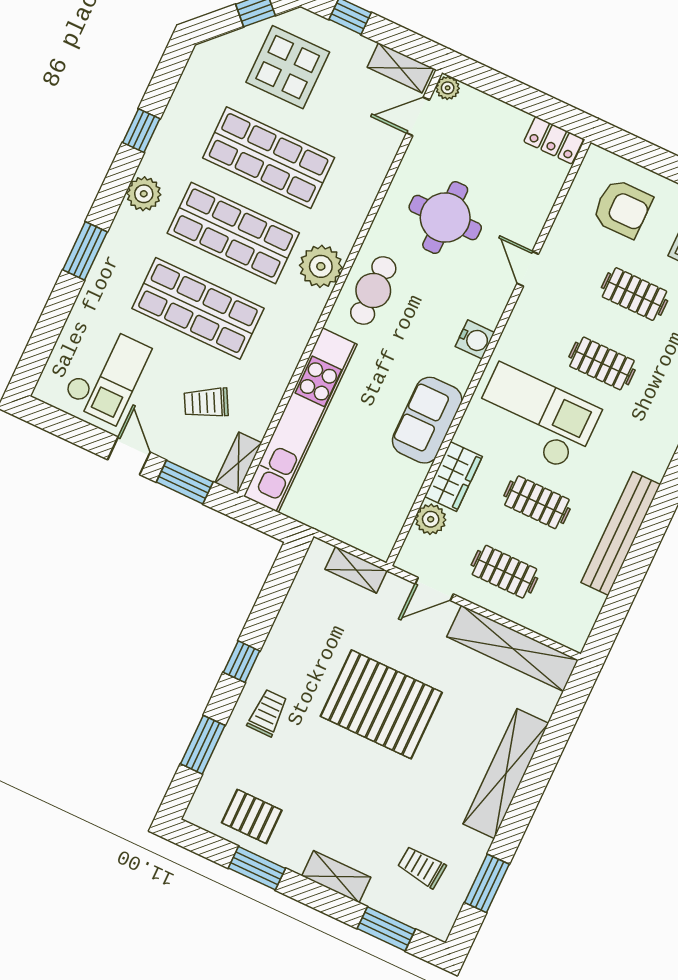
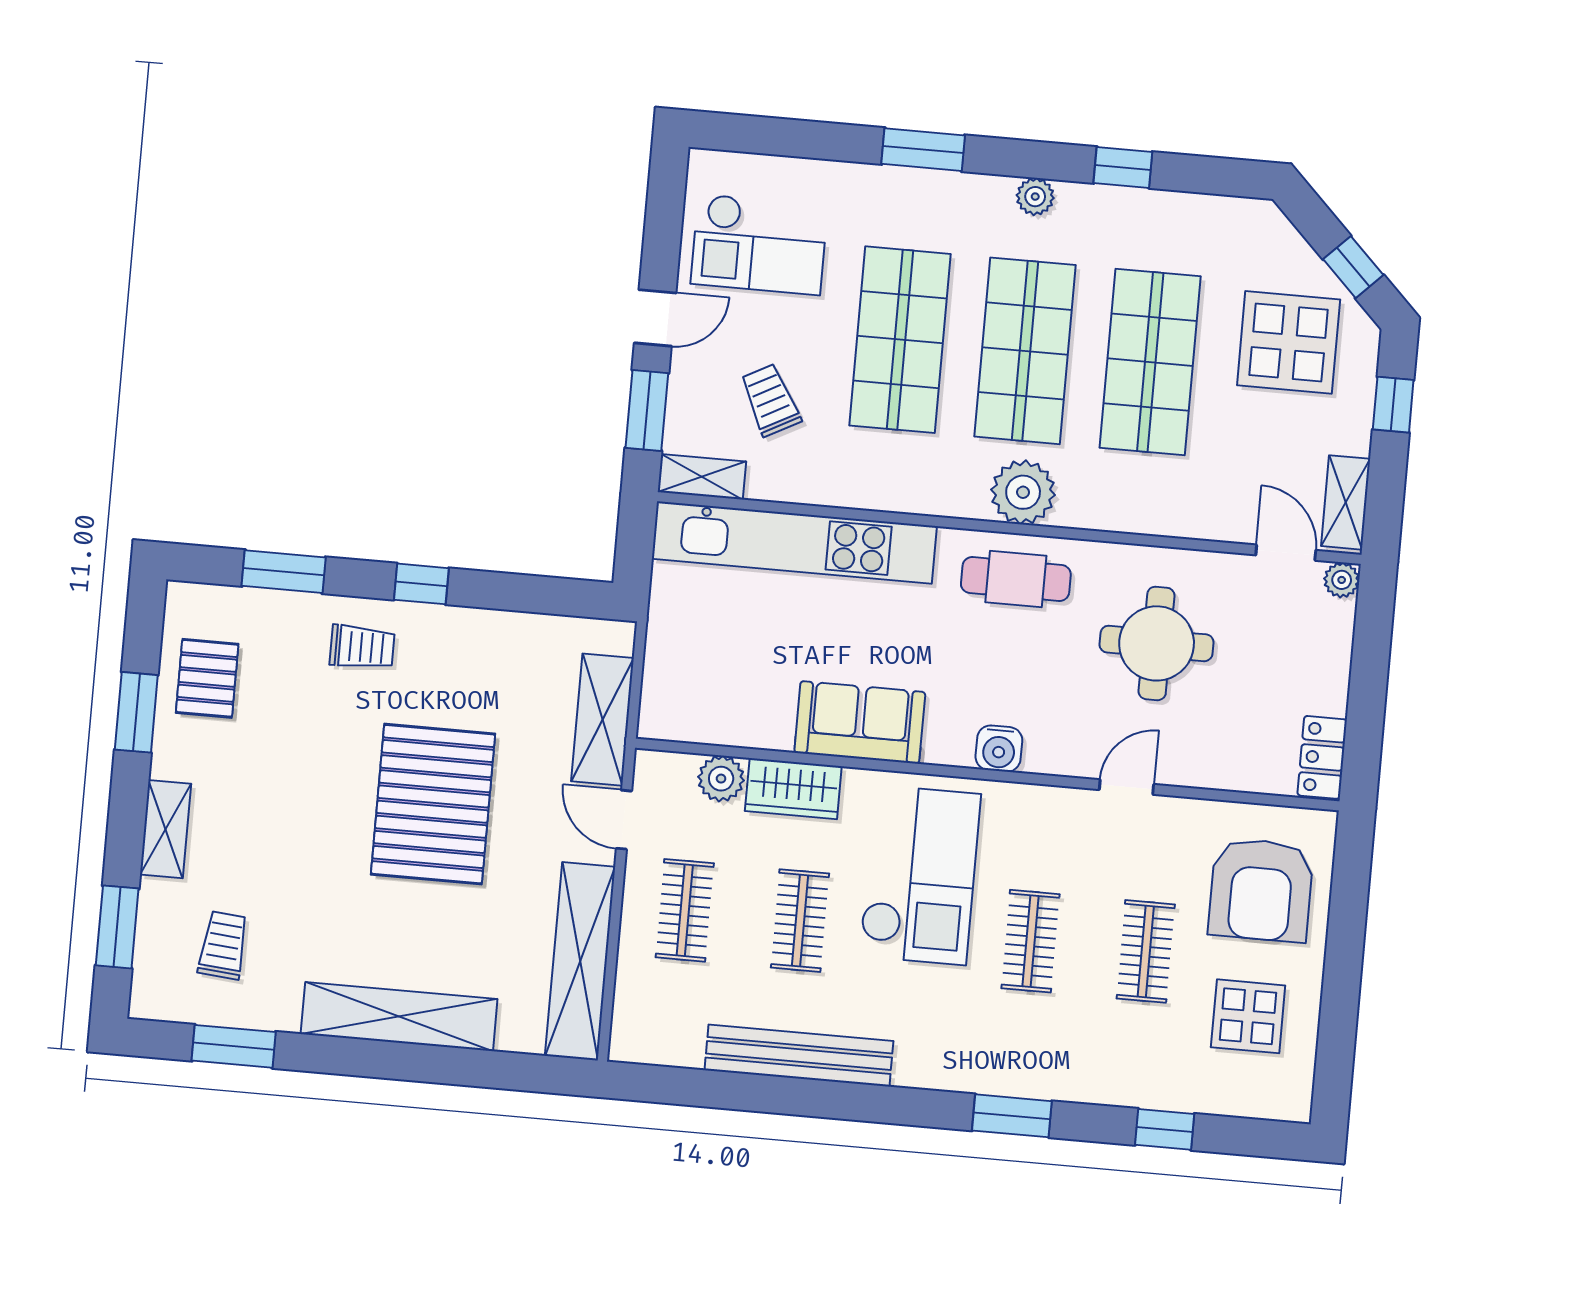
plant: (144, 194) -> (1035, 197), width x0.73, depth x0.73
armchair: (622, 208) -> (1261, 890), width x1.36, depth x1.36
shelving: (356, 570) -> (603, 720), width x1.50, depth x1.33

